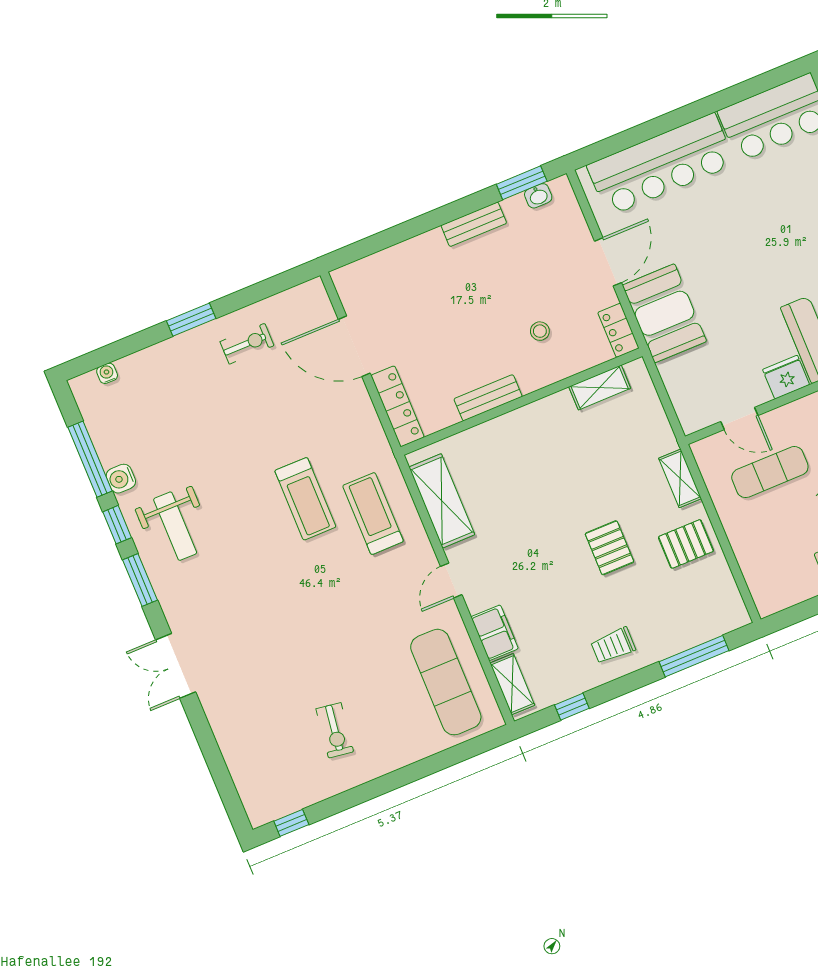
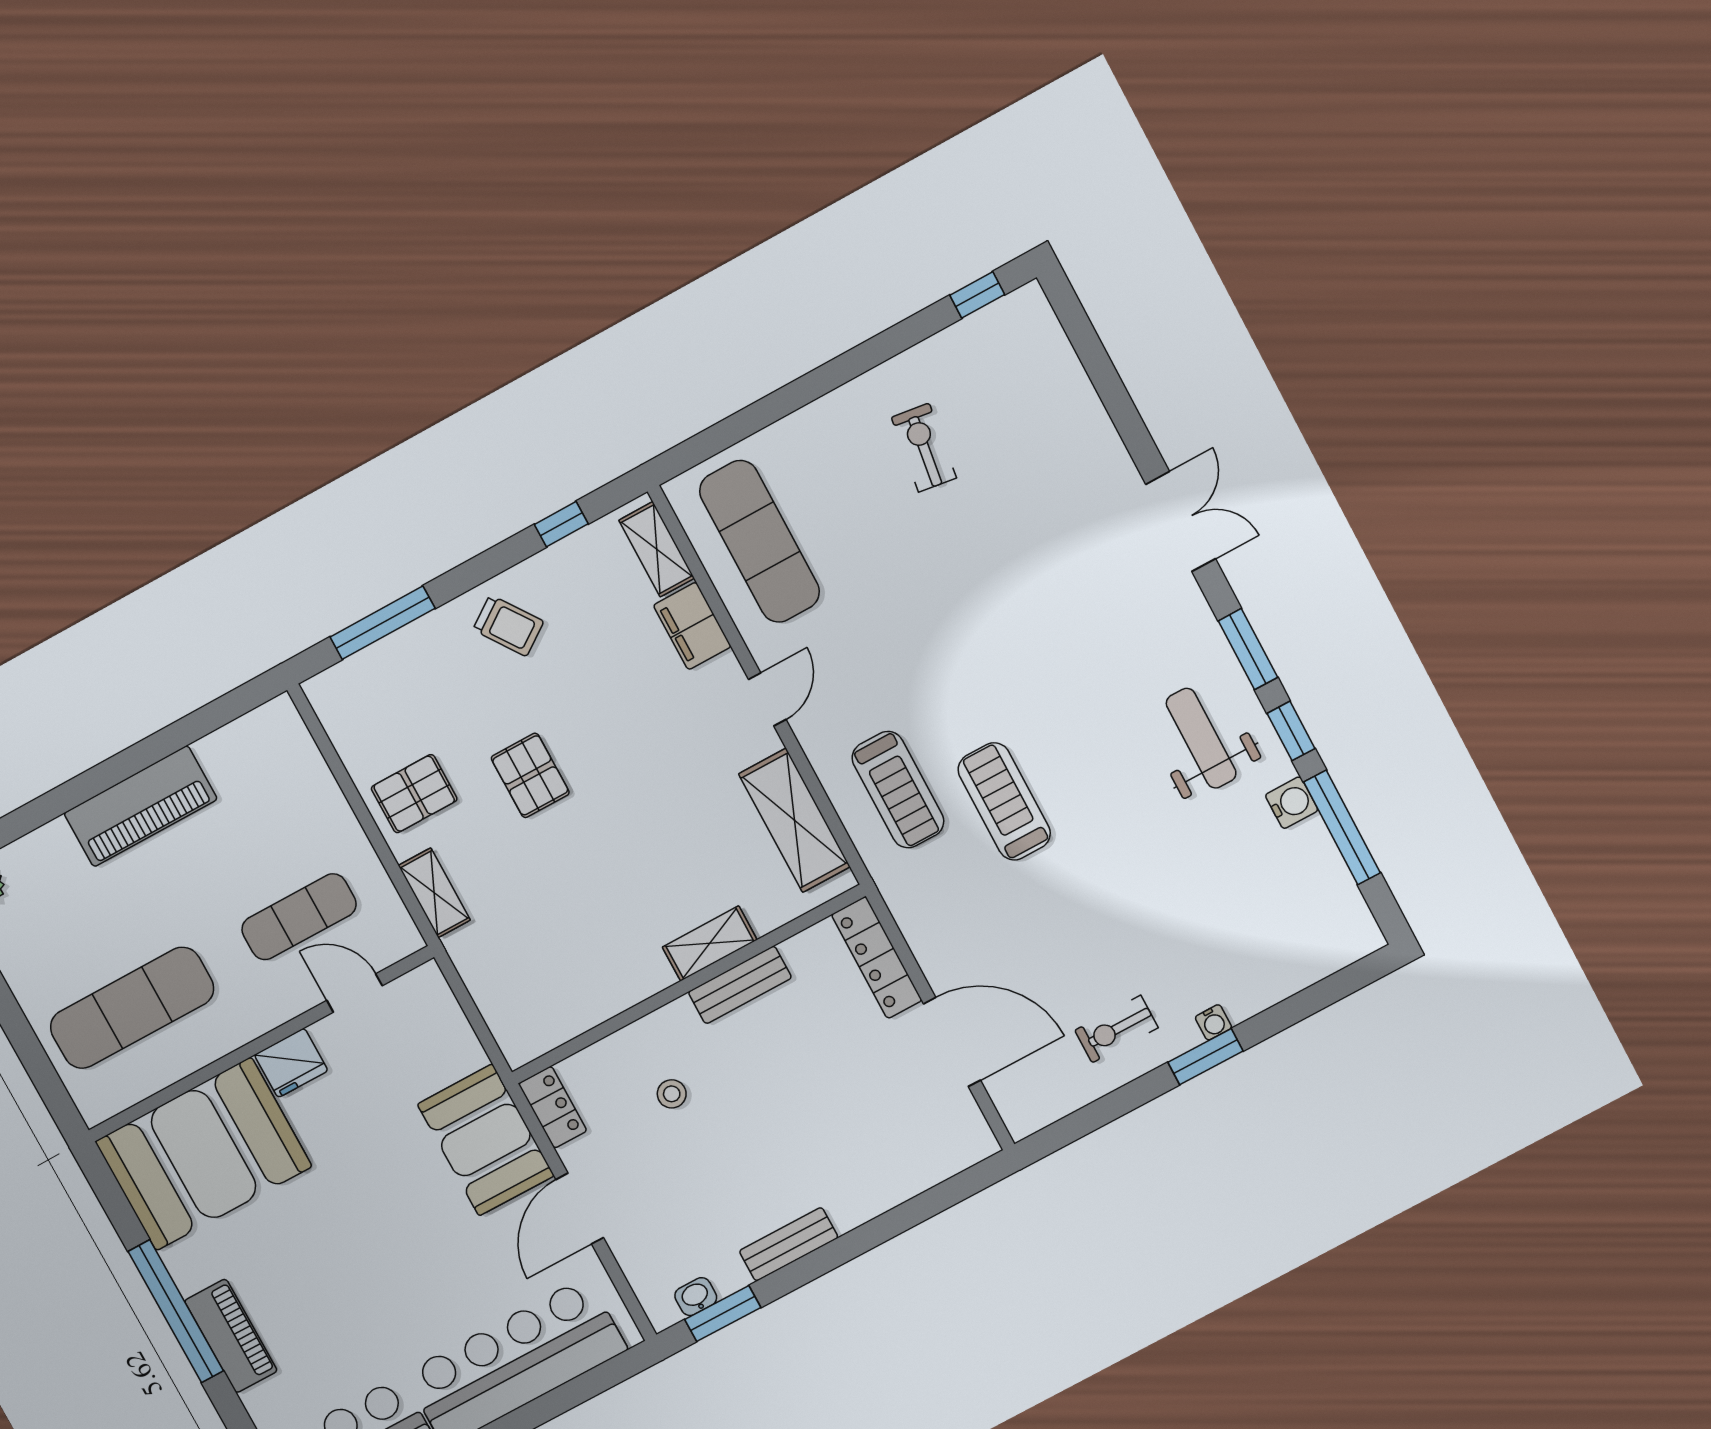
water cooler: (107, 373) -> (1213, 1022), moved
shelving: (600, 387) -> (710, 943), moved
trolley: (613, 646) -> (508, 626), turned 55

